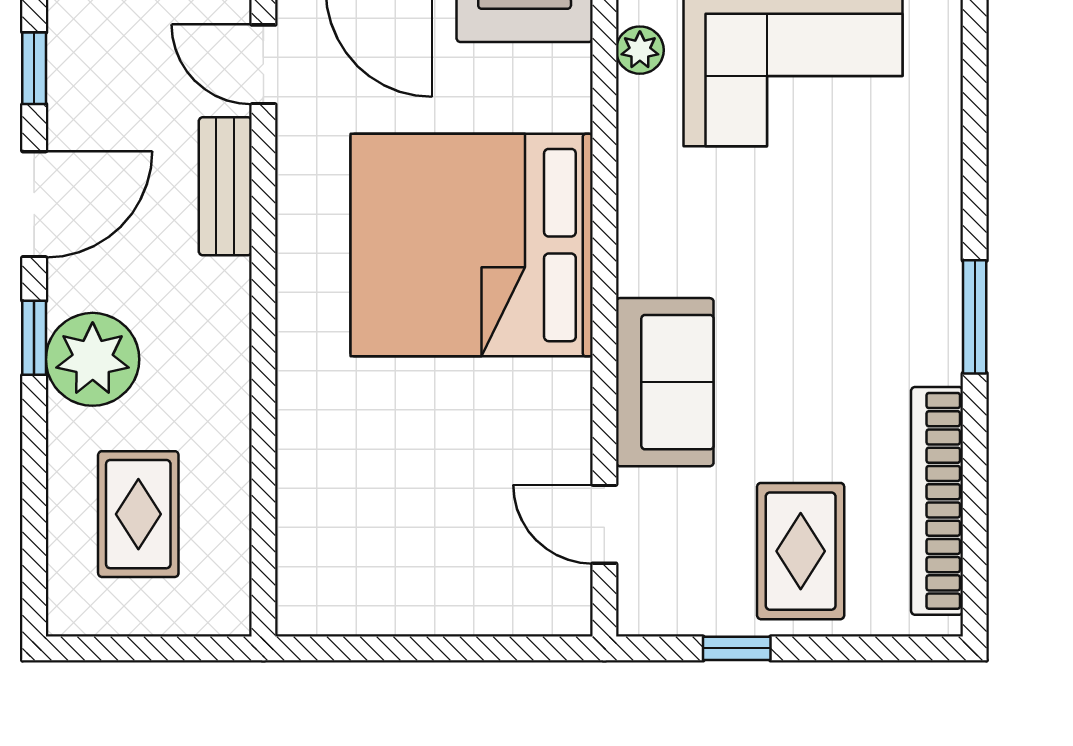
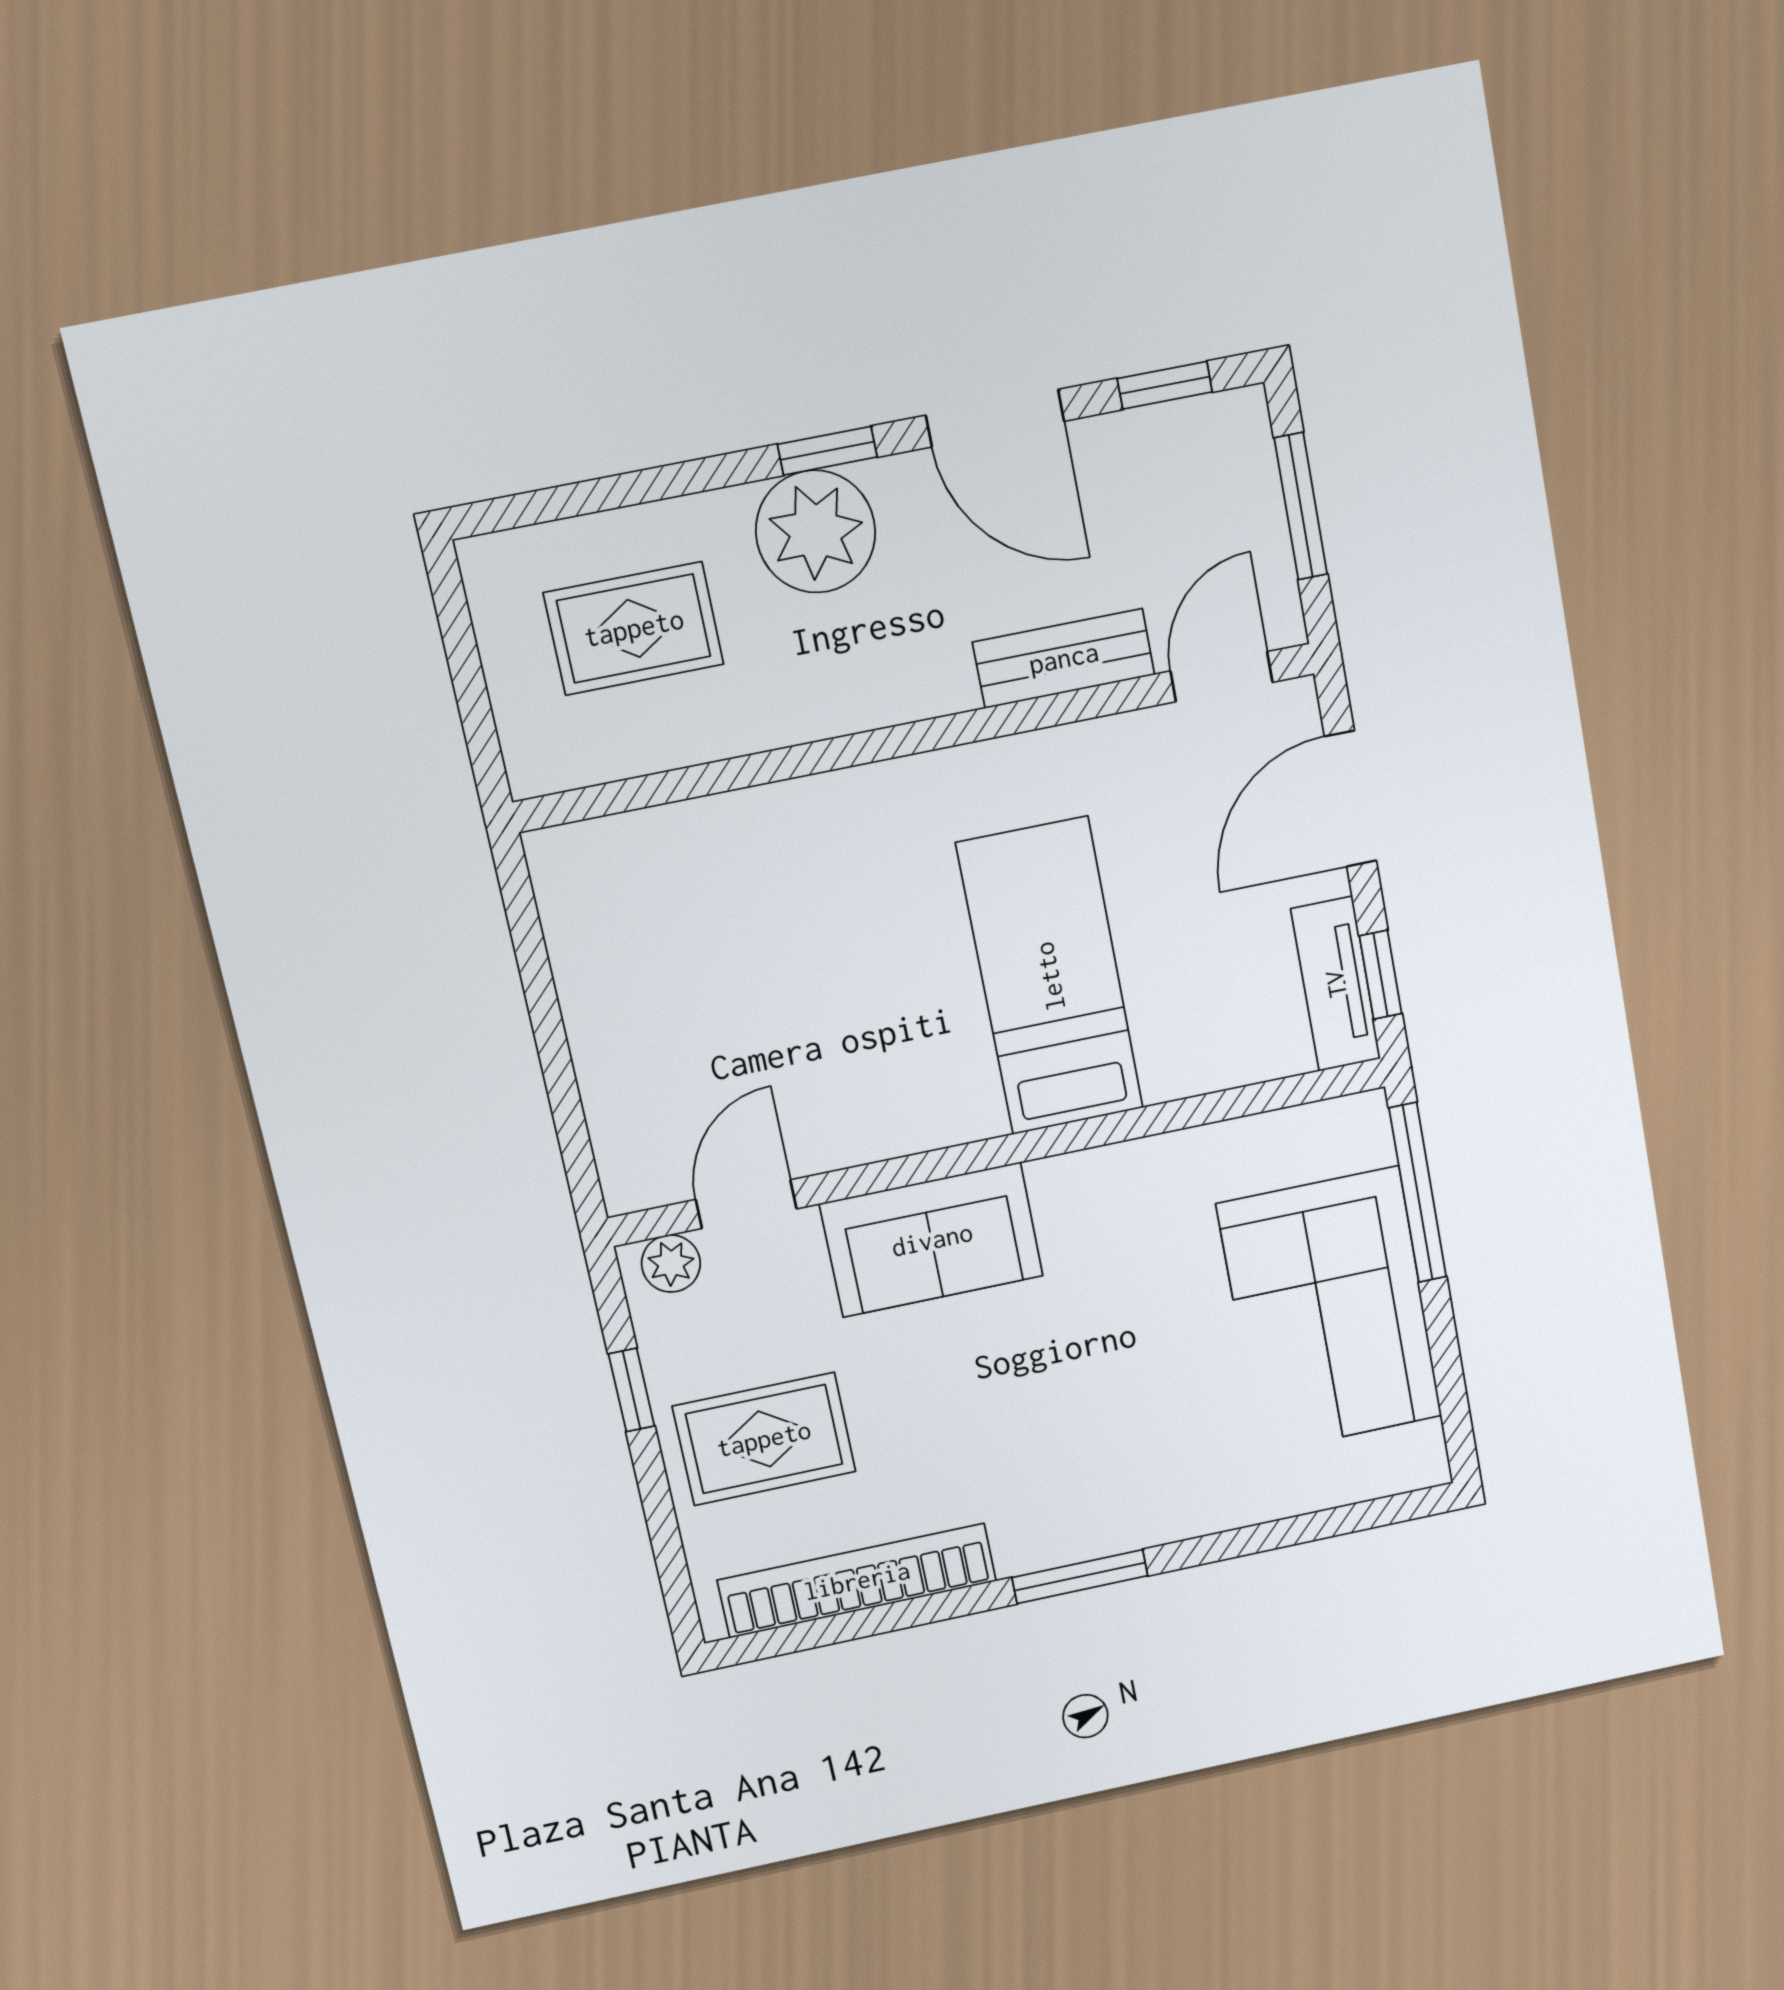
plant: (640, 50) -> (671, 1263), moved
bed: (472, 245) -> (1050, 976), width x0.49

